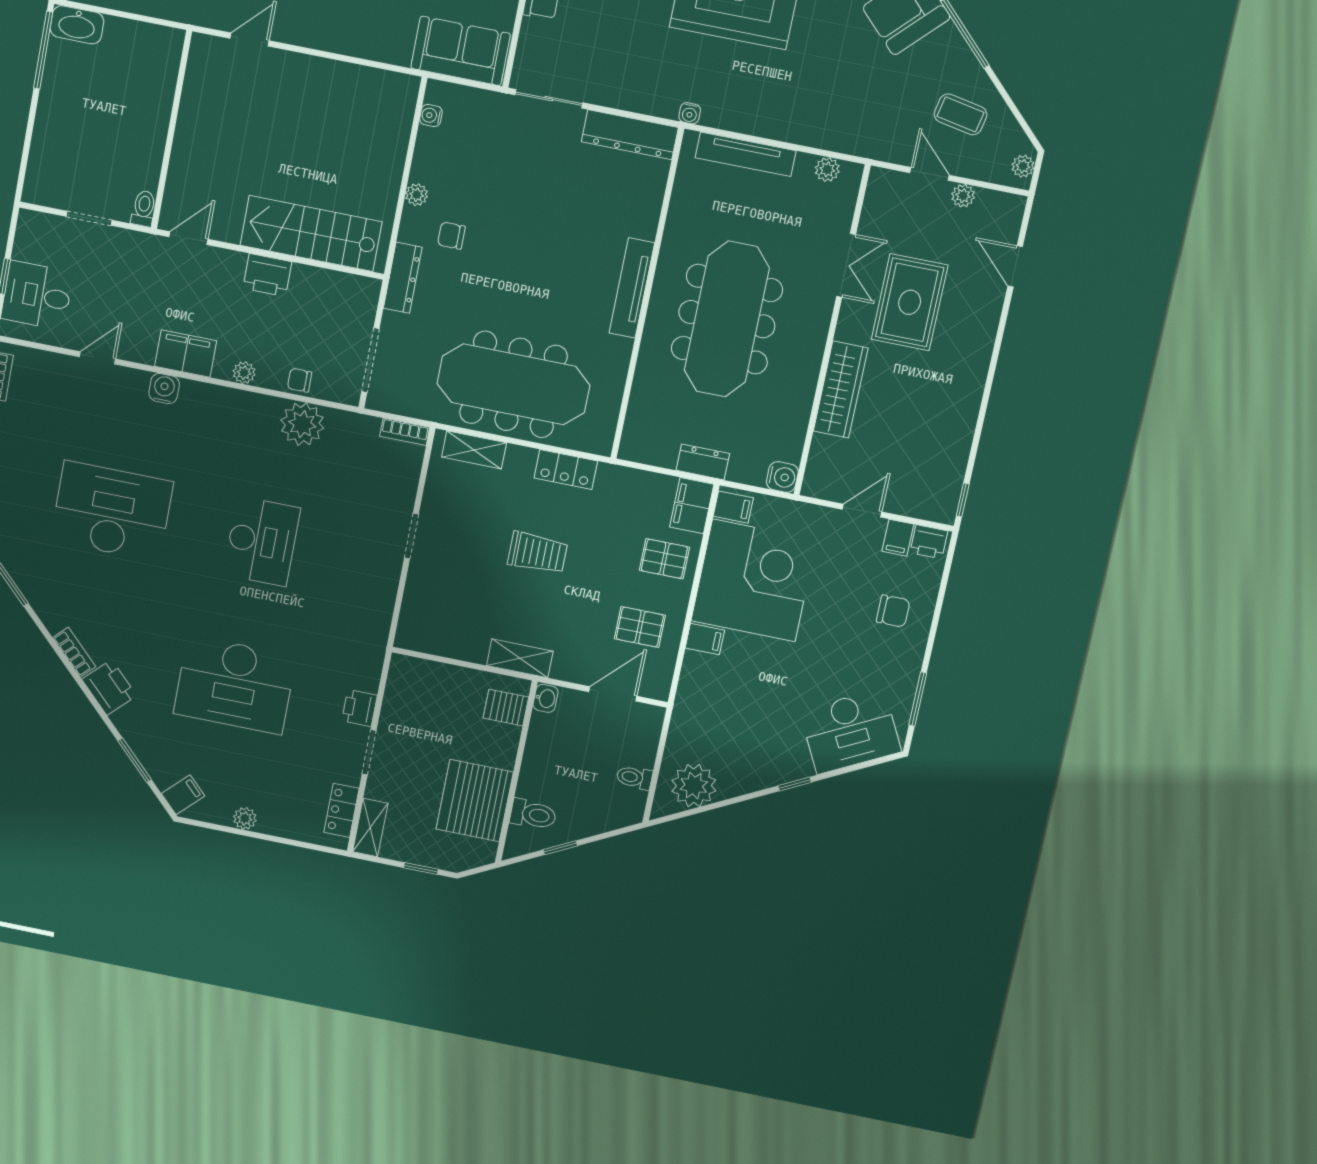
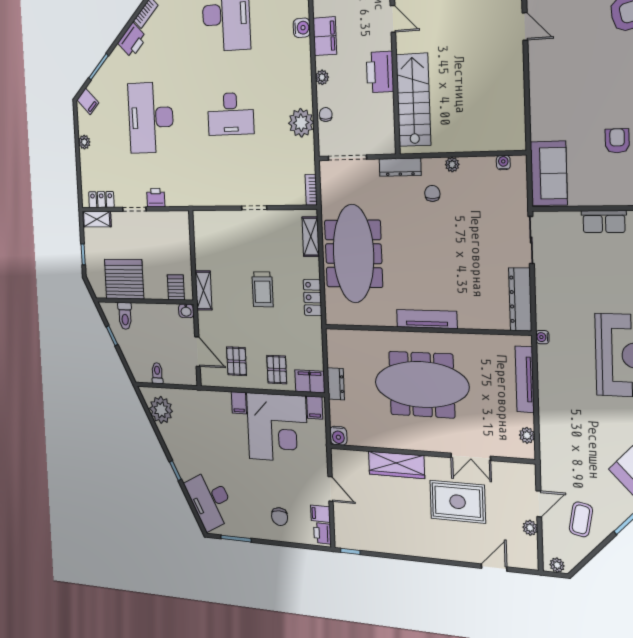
printer: (267, 275) -> (380, 72), width x1.37, depth x1.19

